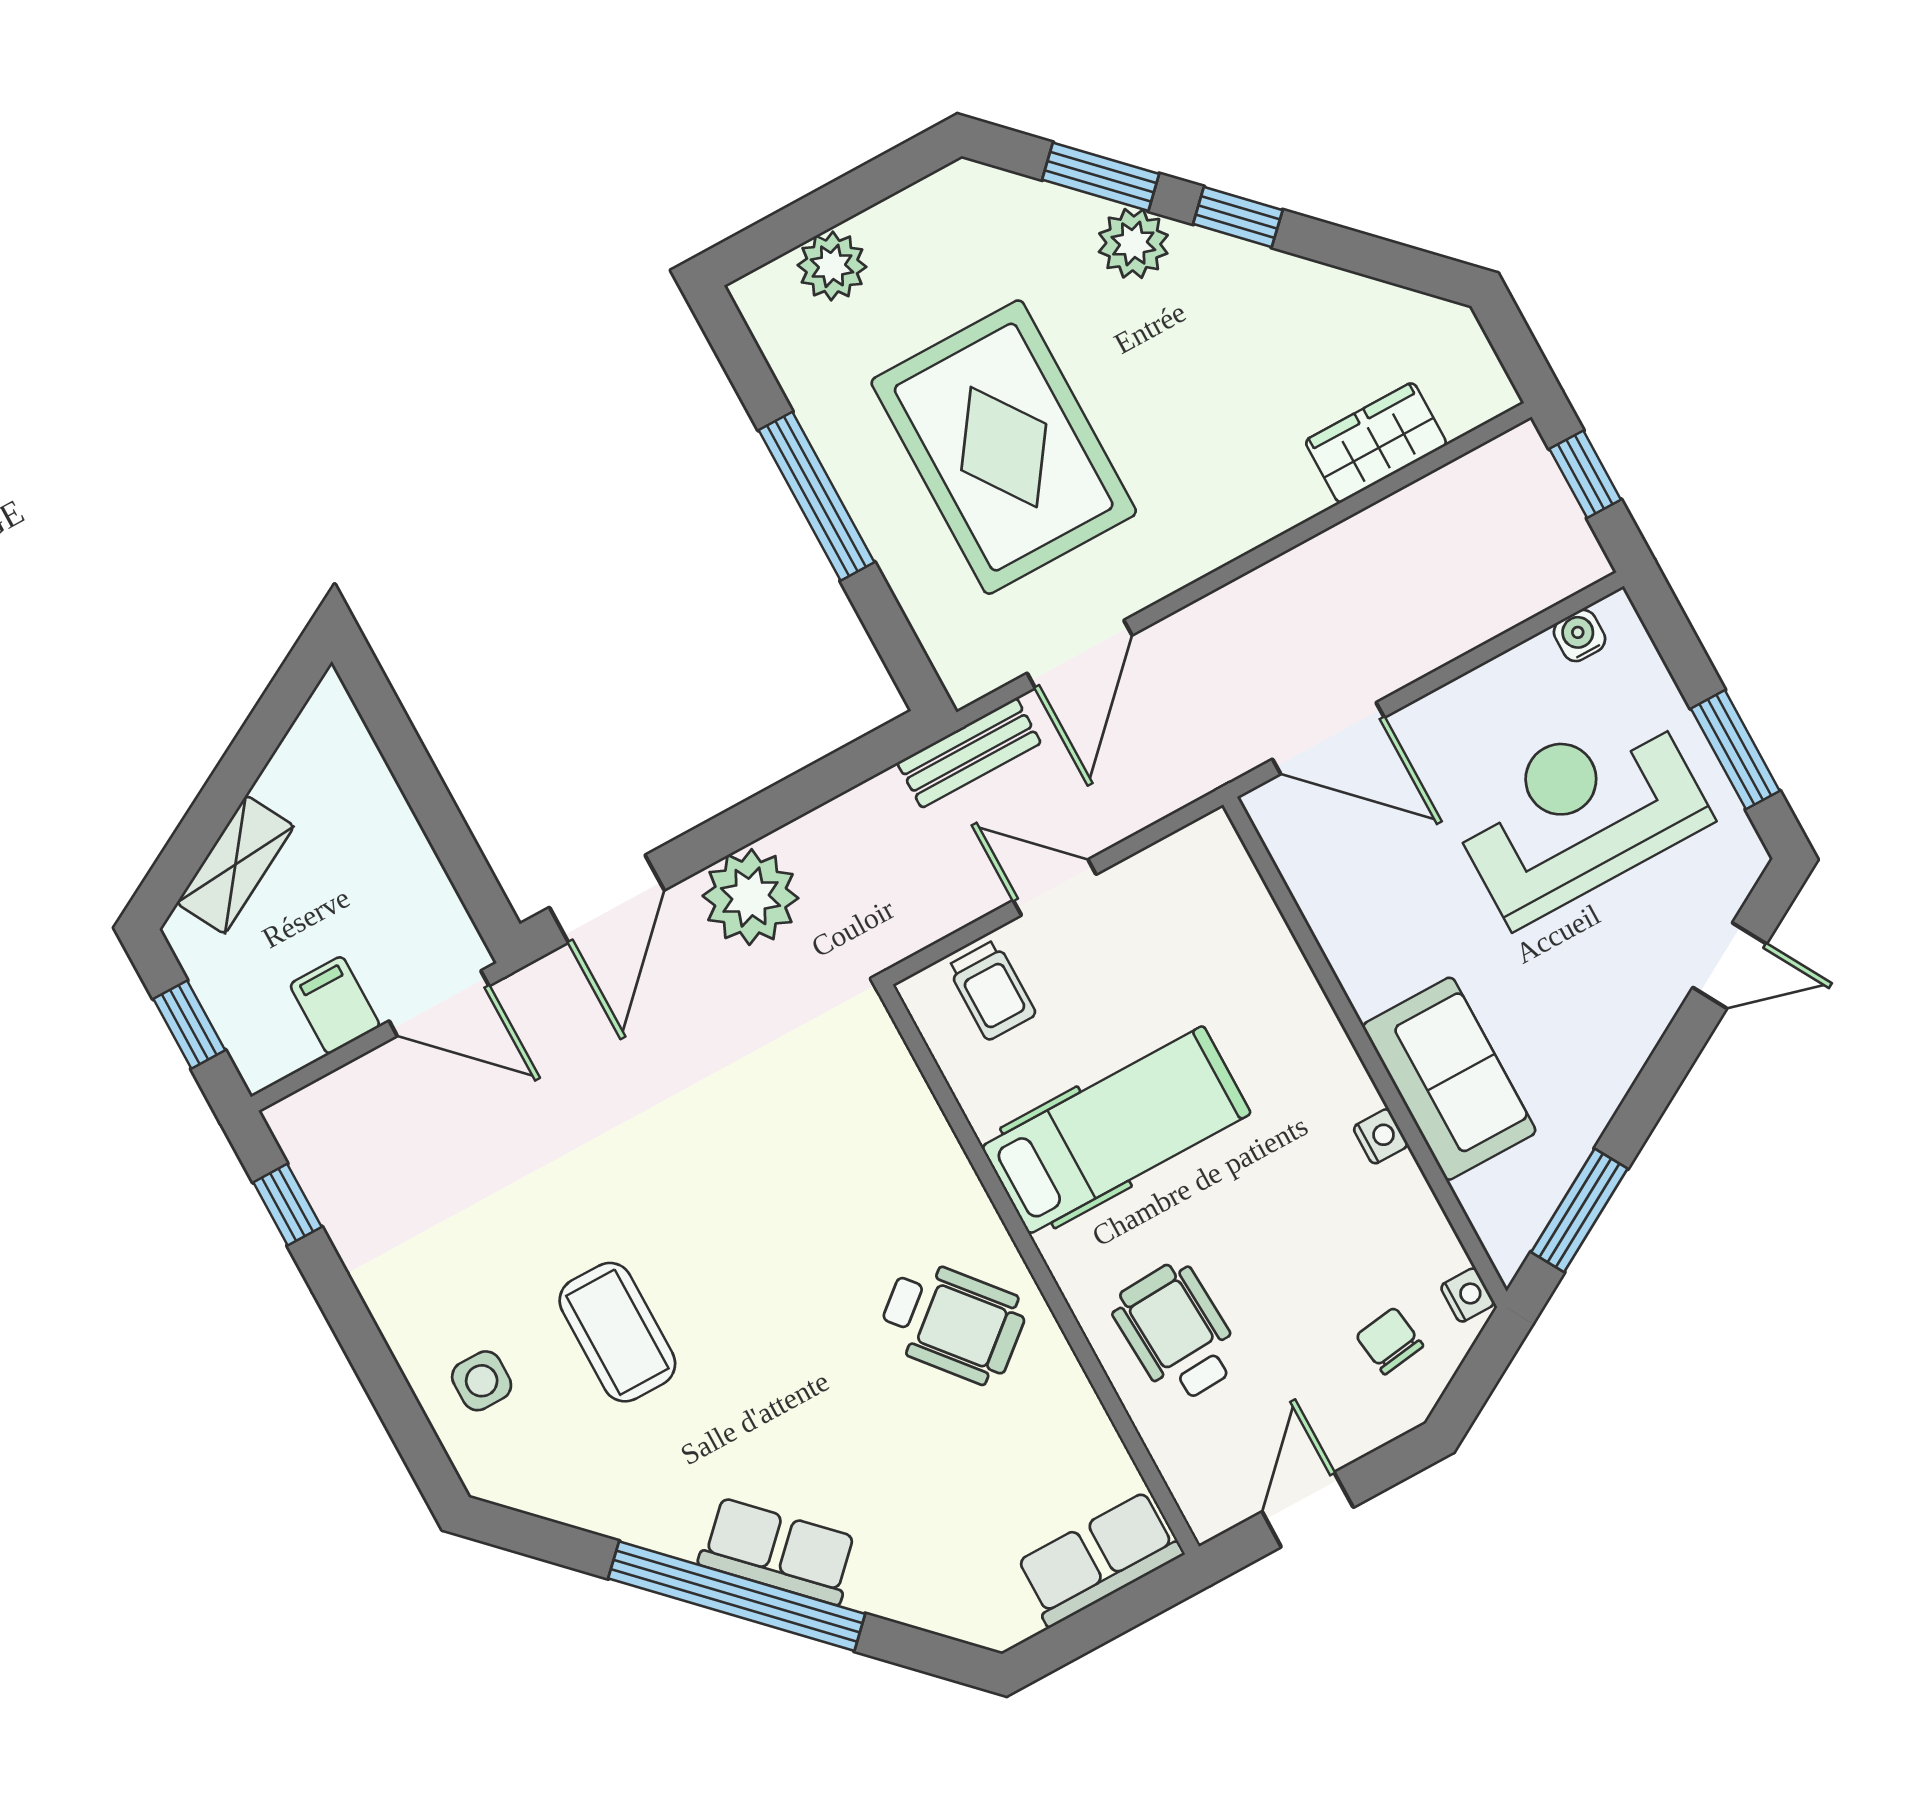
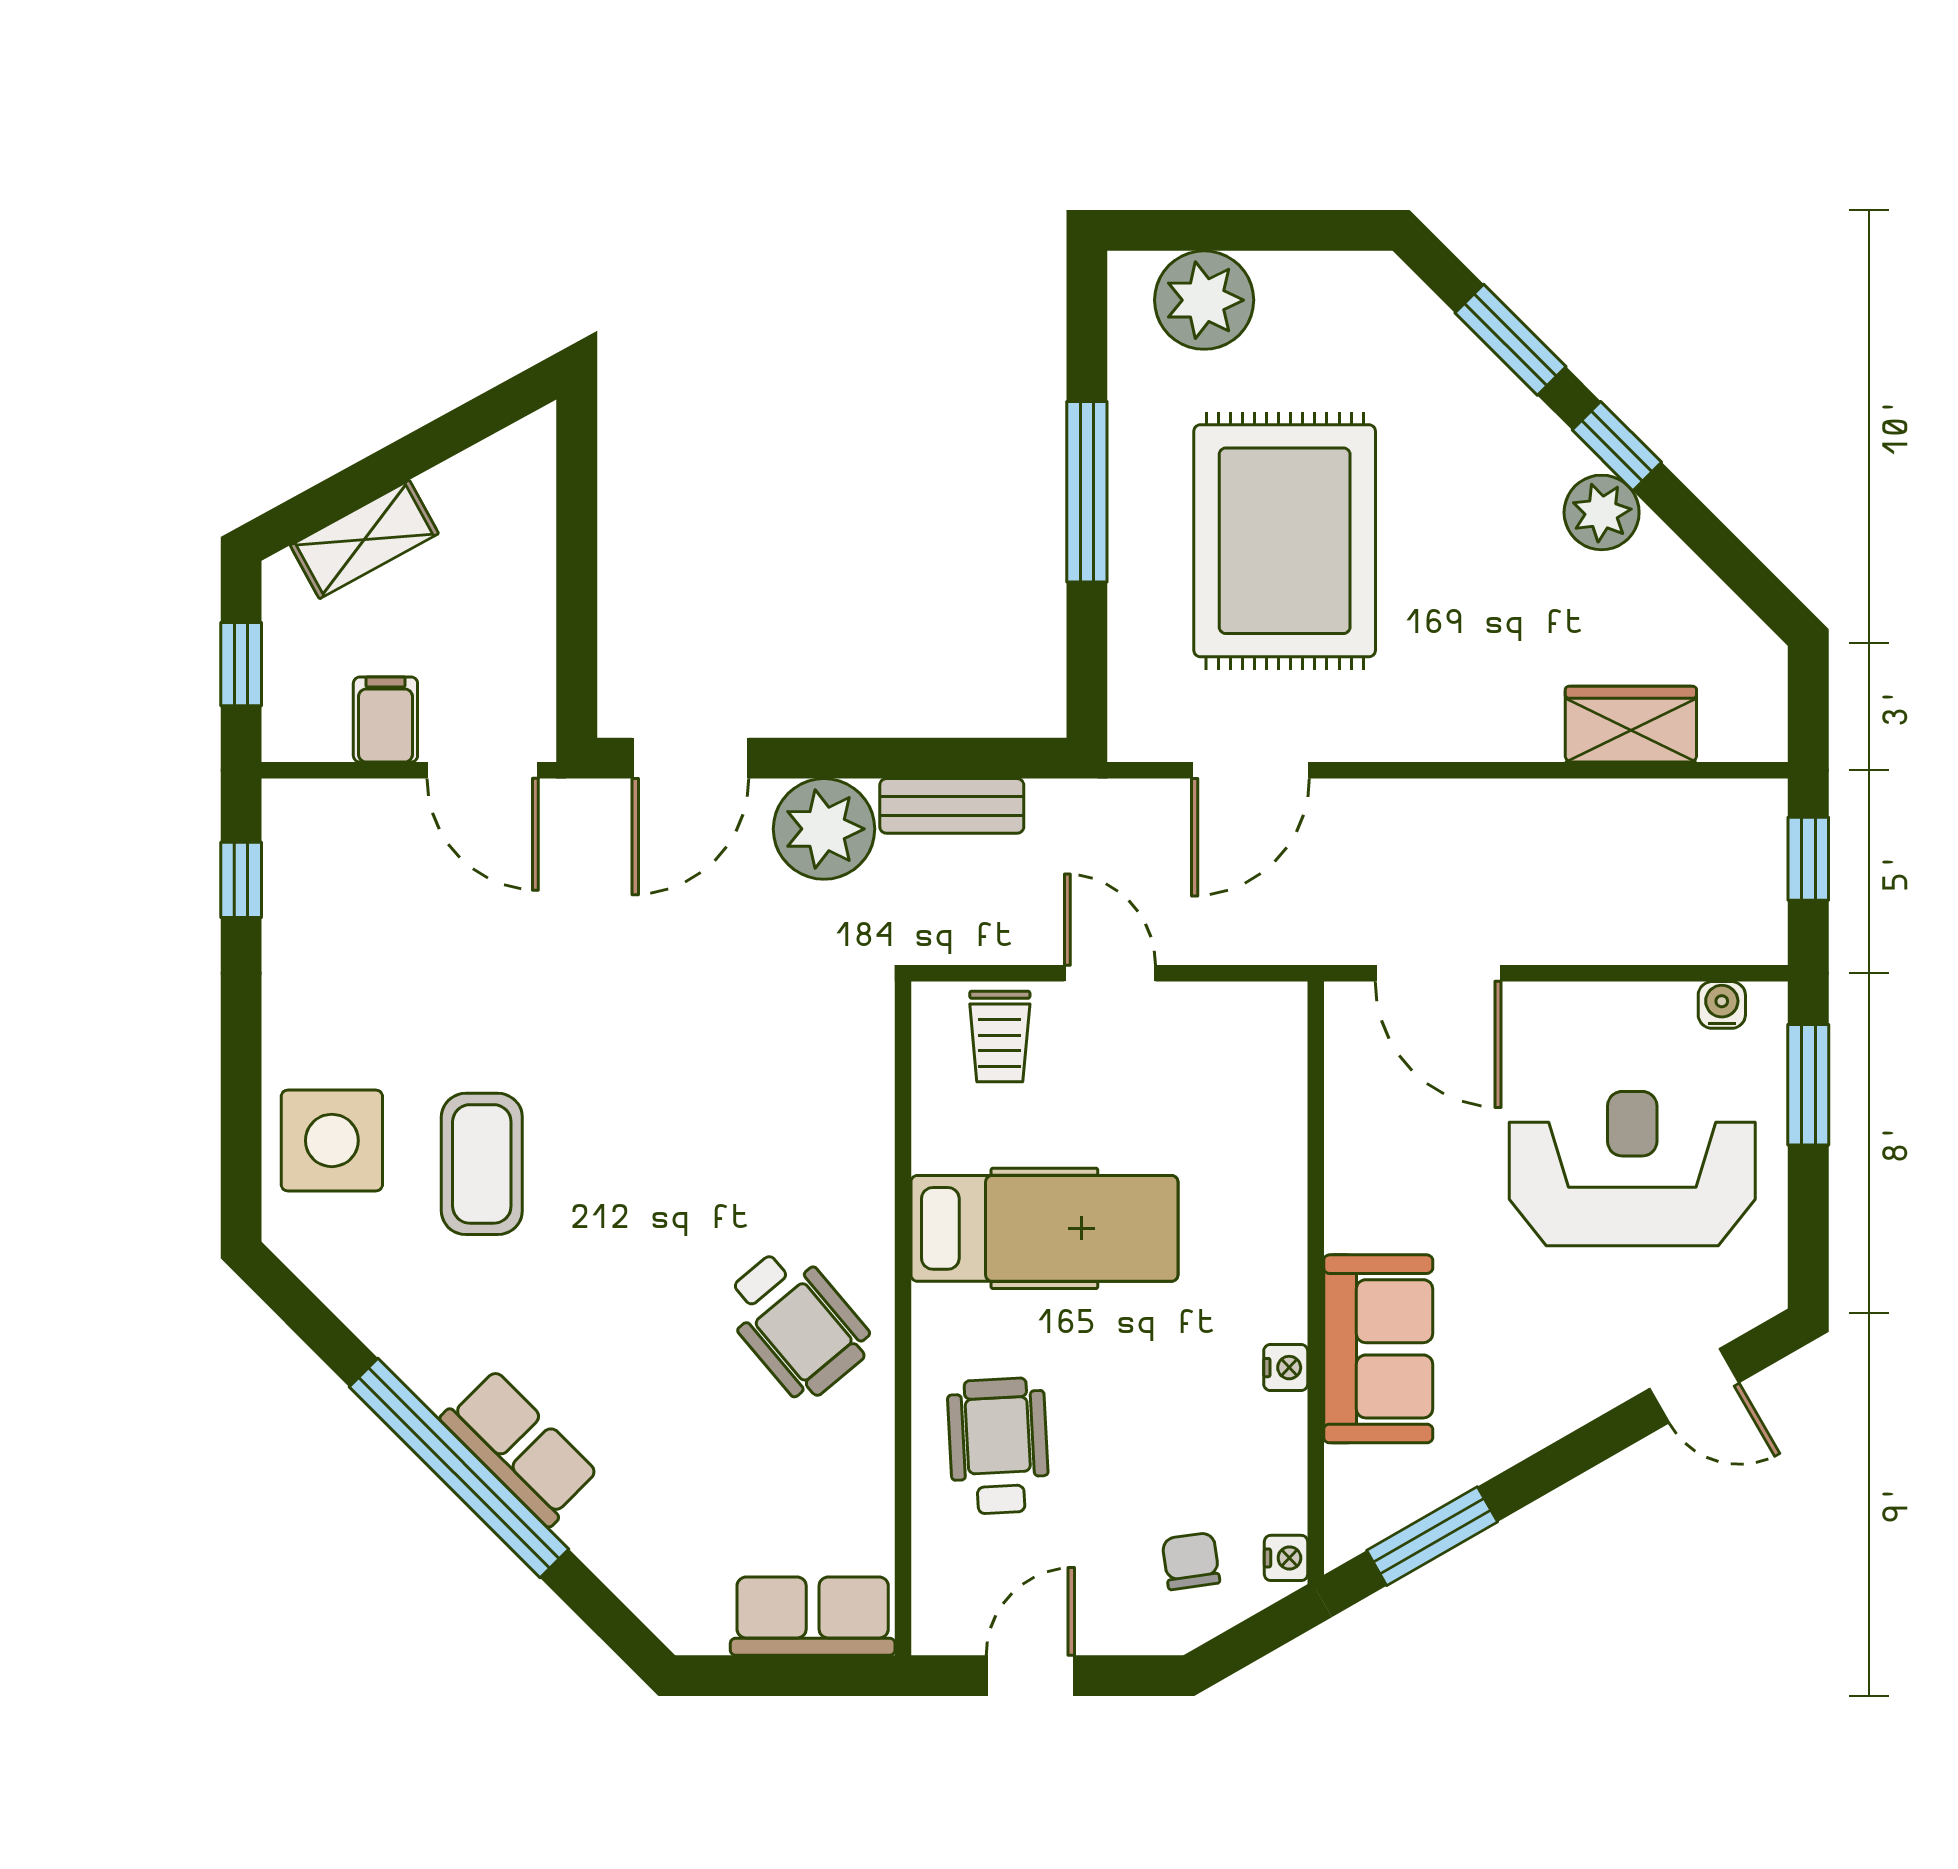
plant: (1133, 243) -> (1602, 512), moved
plant: (832, 266) -> (1204, 300), width x1.36, depth x1.36
window: (1735, 750) -> (1808, 1085), moved
bench: (969, 753) -> (952, 806), moved
side table: (482, 1381) -> (332, 1140), width x1.87, depth x1.87

